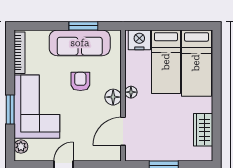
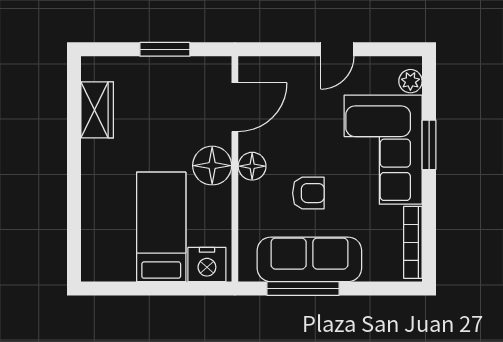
window: (83, 26) -> (303, 288), width x1.44
bed: (196, 63) -> (109, 224), removed
armchair: (80, 81) -> (308, 193), turned -90
floor lamp: (131, 92) -> (212, 166), width x1.89, depth x1.89

